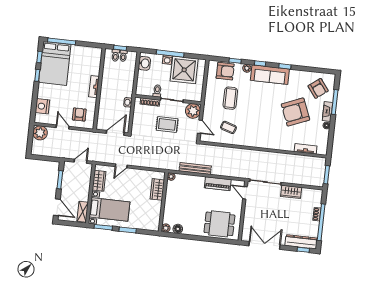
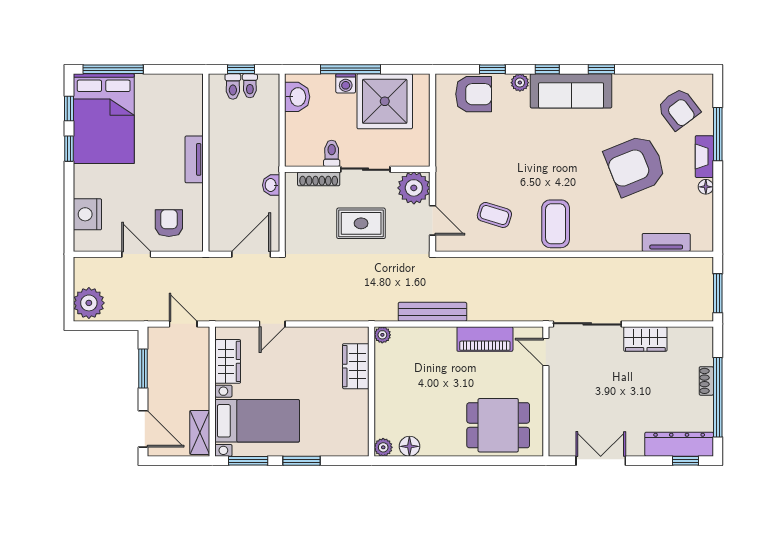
coffee table: (230, 98) -> (556, 224), moved
plant: (40, 133) -> (89, 303), moved
door: (81, 161) -> (183, 324), hinge flipped
double door: (264, 245) -> (601, 461), width x0.73

